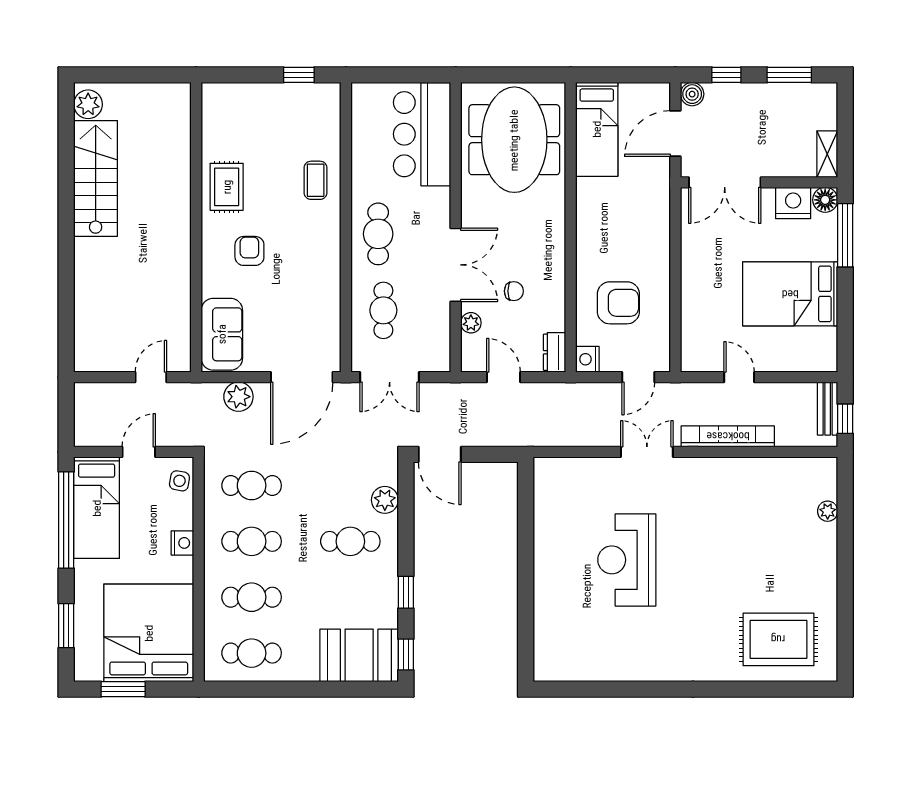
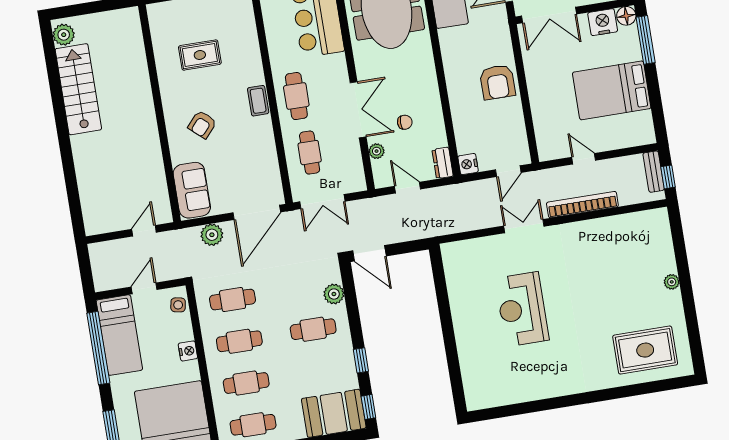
coffee table: (316, 180) -> (258, 101), moved
rug: (227, 187) -> (200, 55), moved, turned 90
armchair: (249, 251) -> (202, 124), turned -138
armchair: (618, 303) -> (497, 82), moved, turned 90
plant: (828, 511) -> (672, 282), moved

